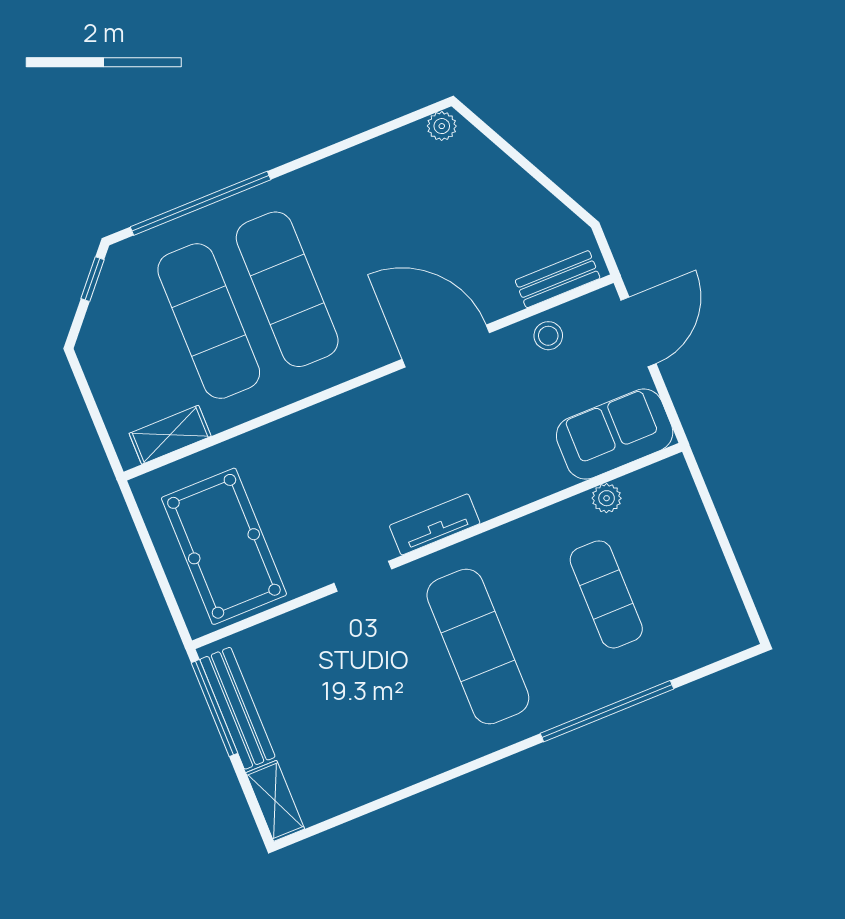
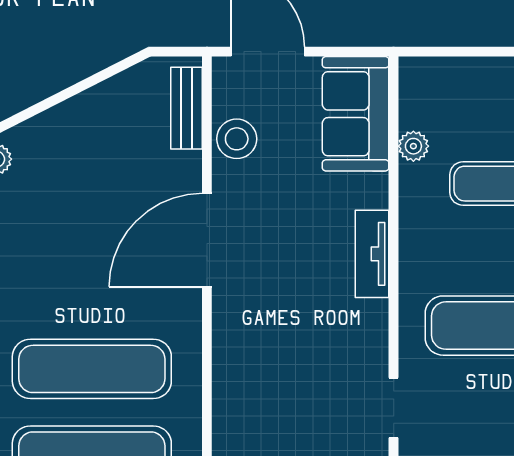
stool: (548, 336) -> (237, 139), width x1.37, depth x1.37
tv unit: (435, 524) -> (372, 254), moved

